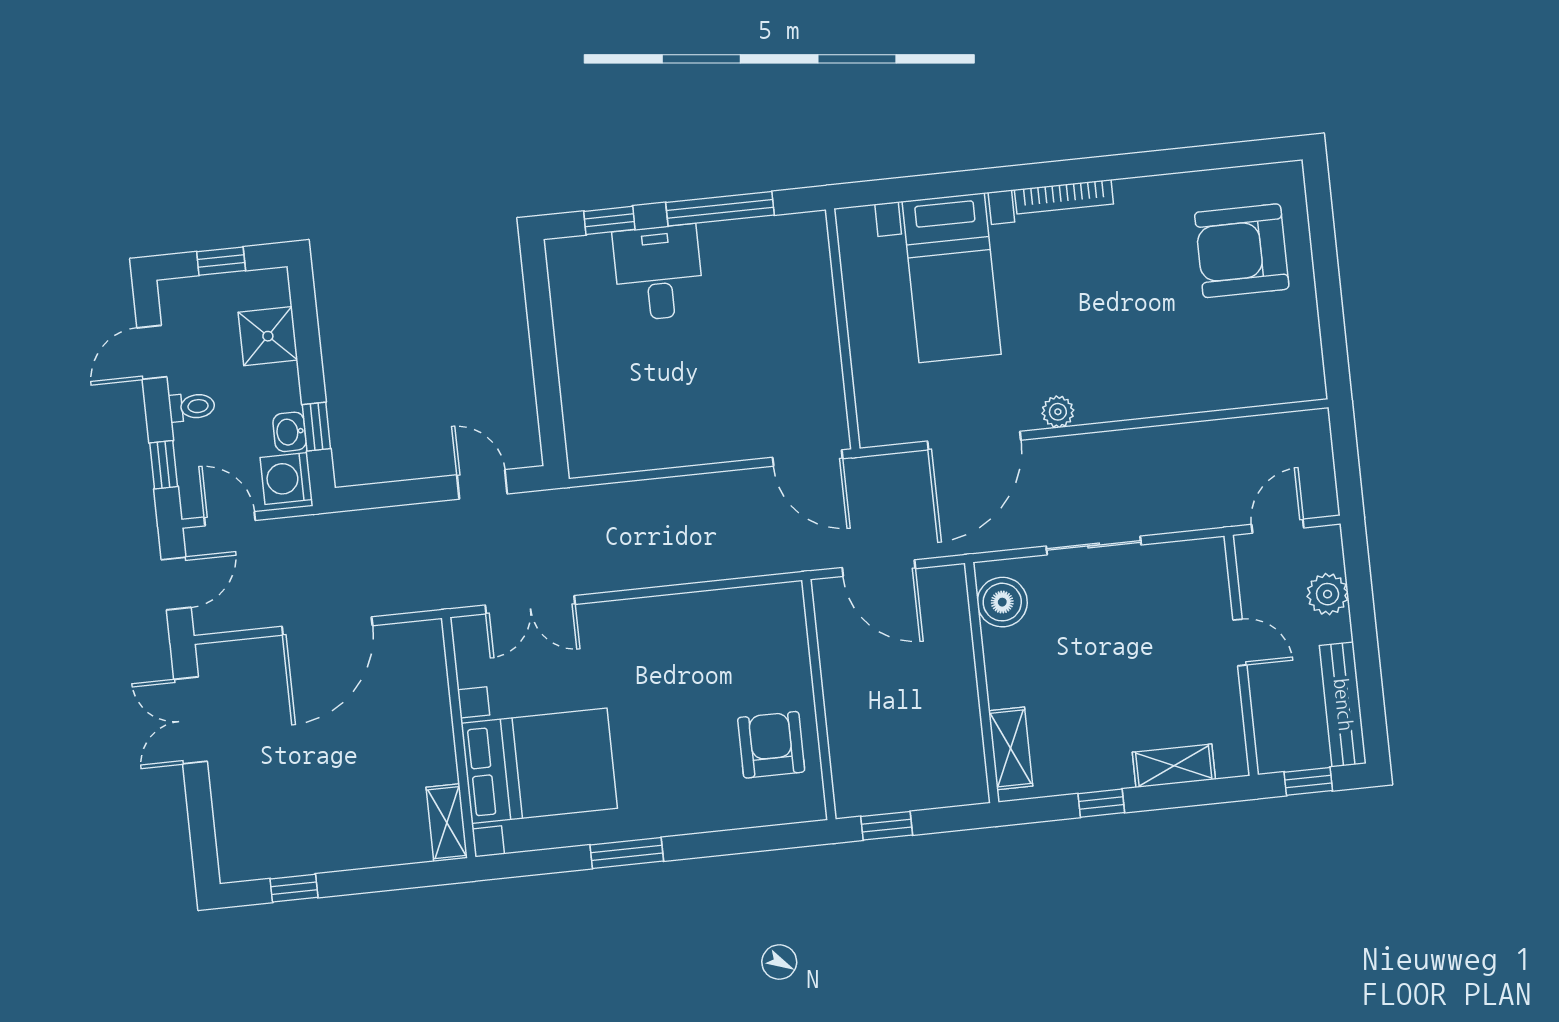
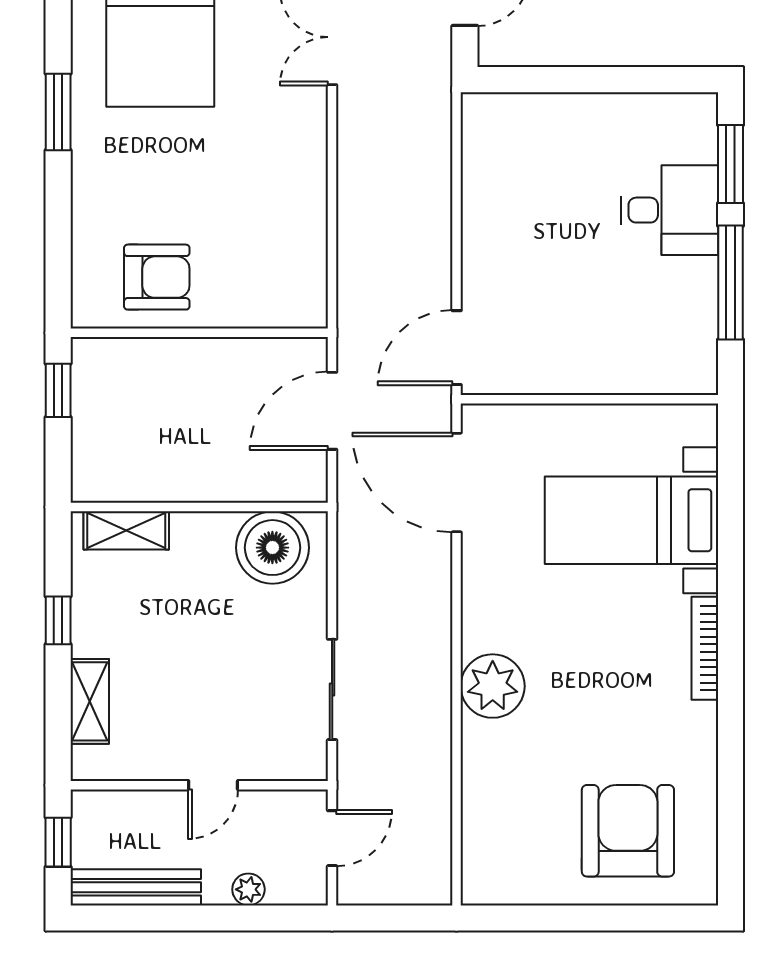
window: (609, 220) -> (730, 164), width x1.50
plant: (1058, 412) -> (493, 686), moved, width x1.88, depth x1.88
door: (974, 441) -> (457, 482), moved
door: (1278, 526) -> (332, 838), hinge flipped
sliding door: (1094, 545) -> (332, 689), moved
plant: (1328, 594) -> (248, 889), width x0.73, depth x0.73
boiler: (1002, 602) -> (272, 548), width x1.37, depth x1.37

